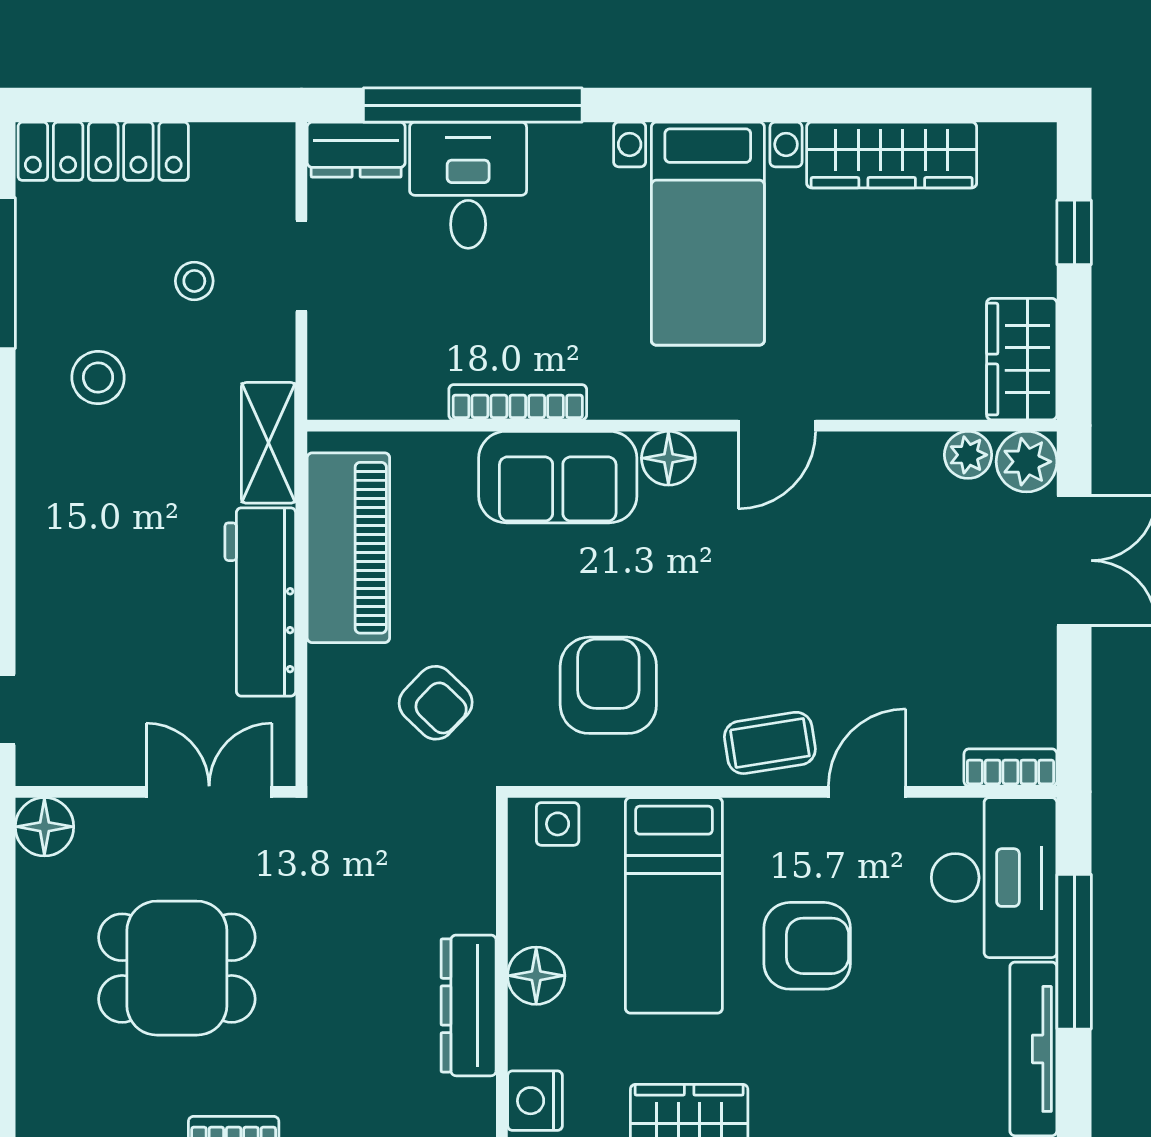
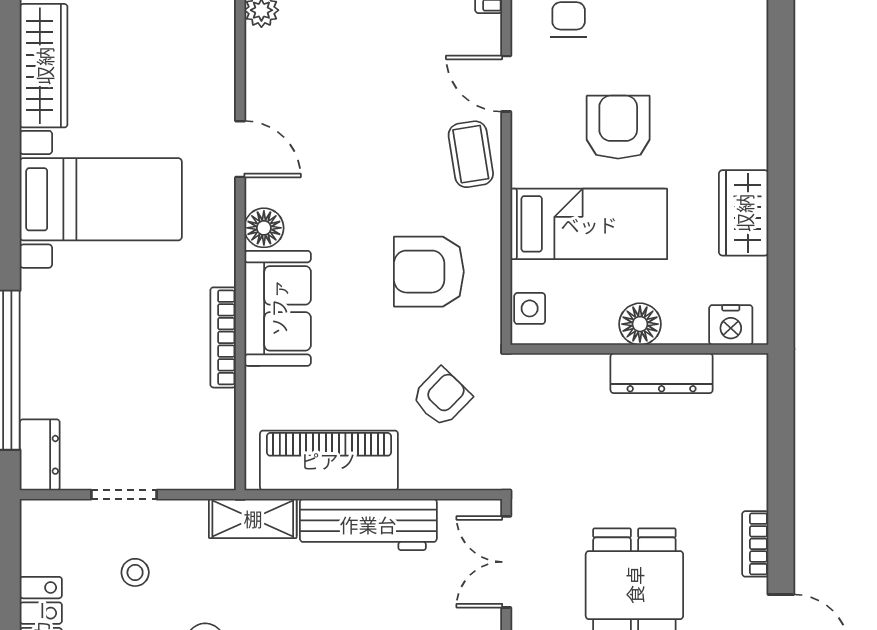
desk: (468, 185) -> (65, 373), removed

